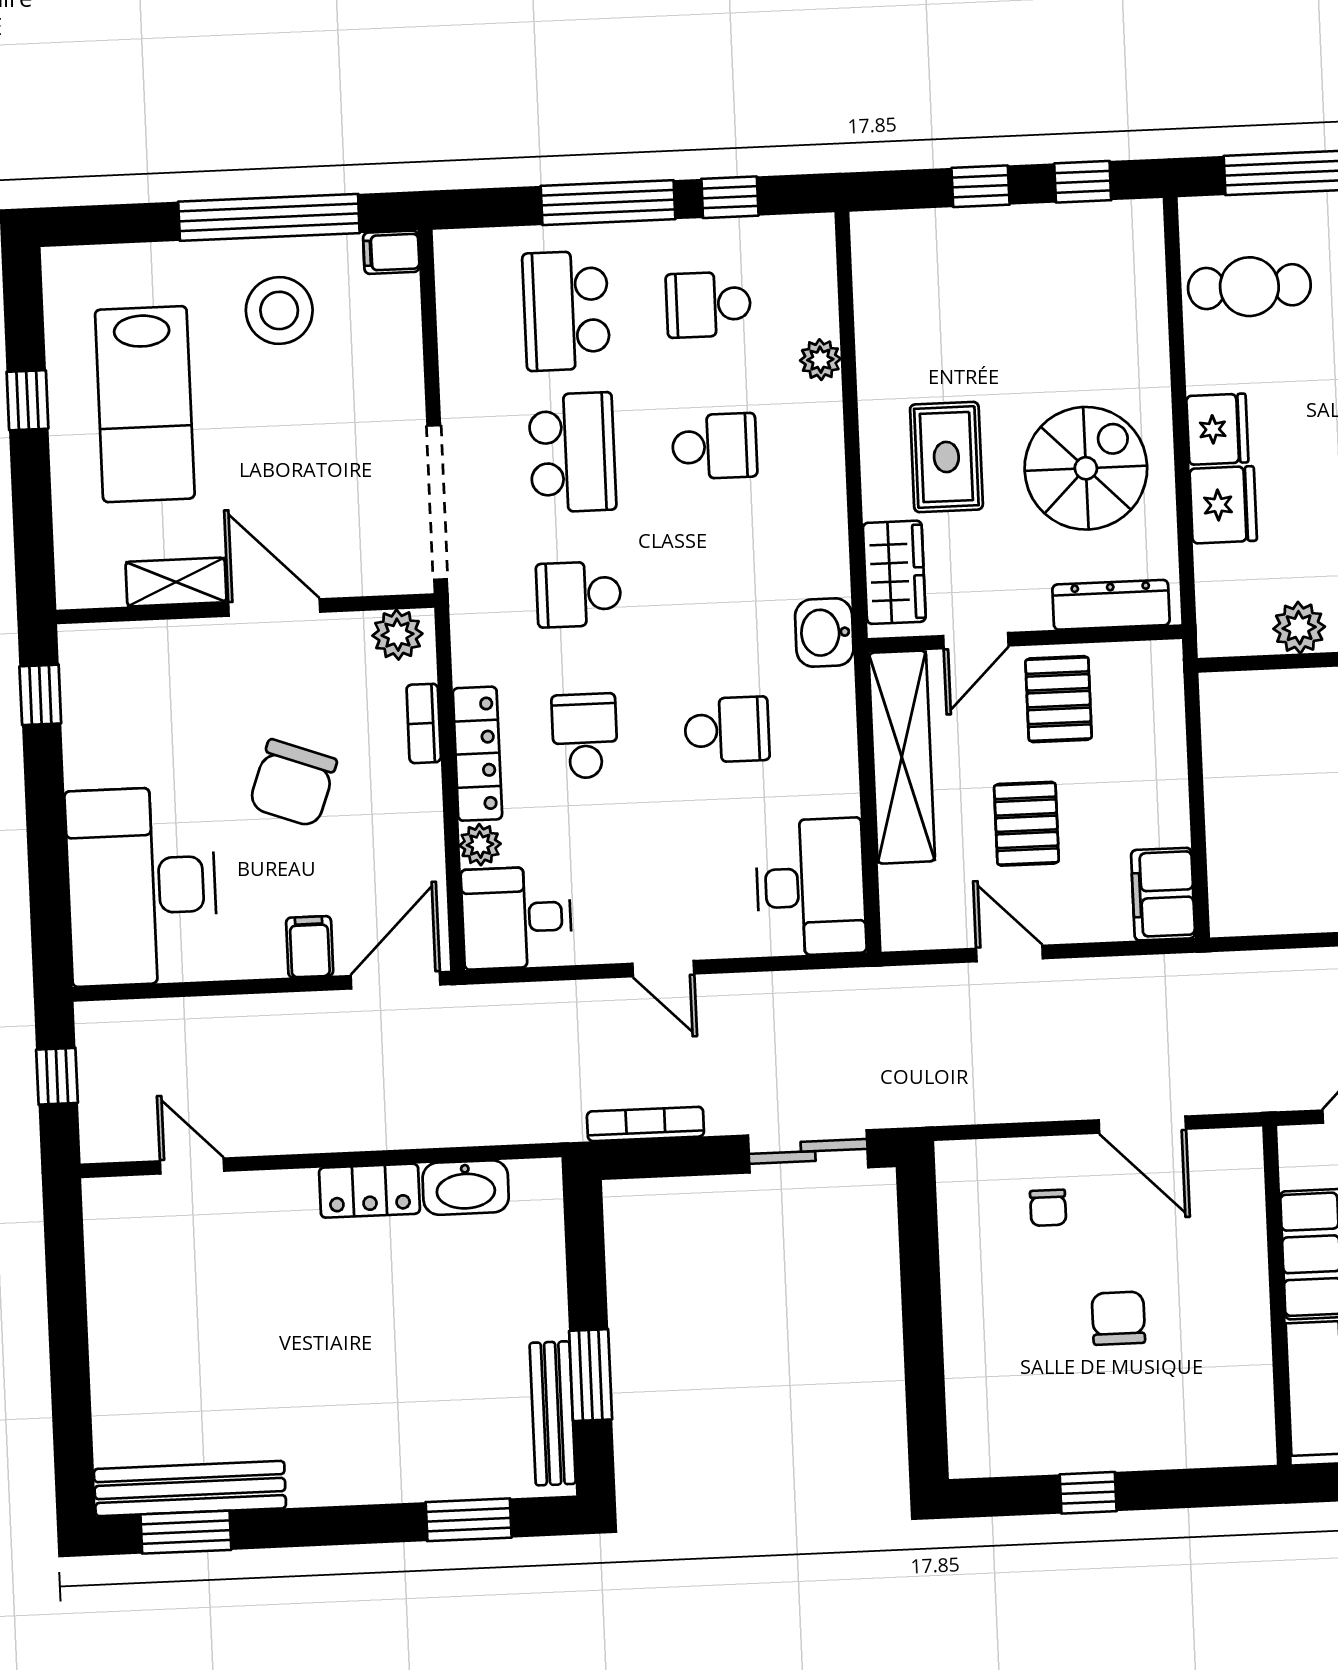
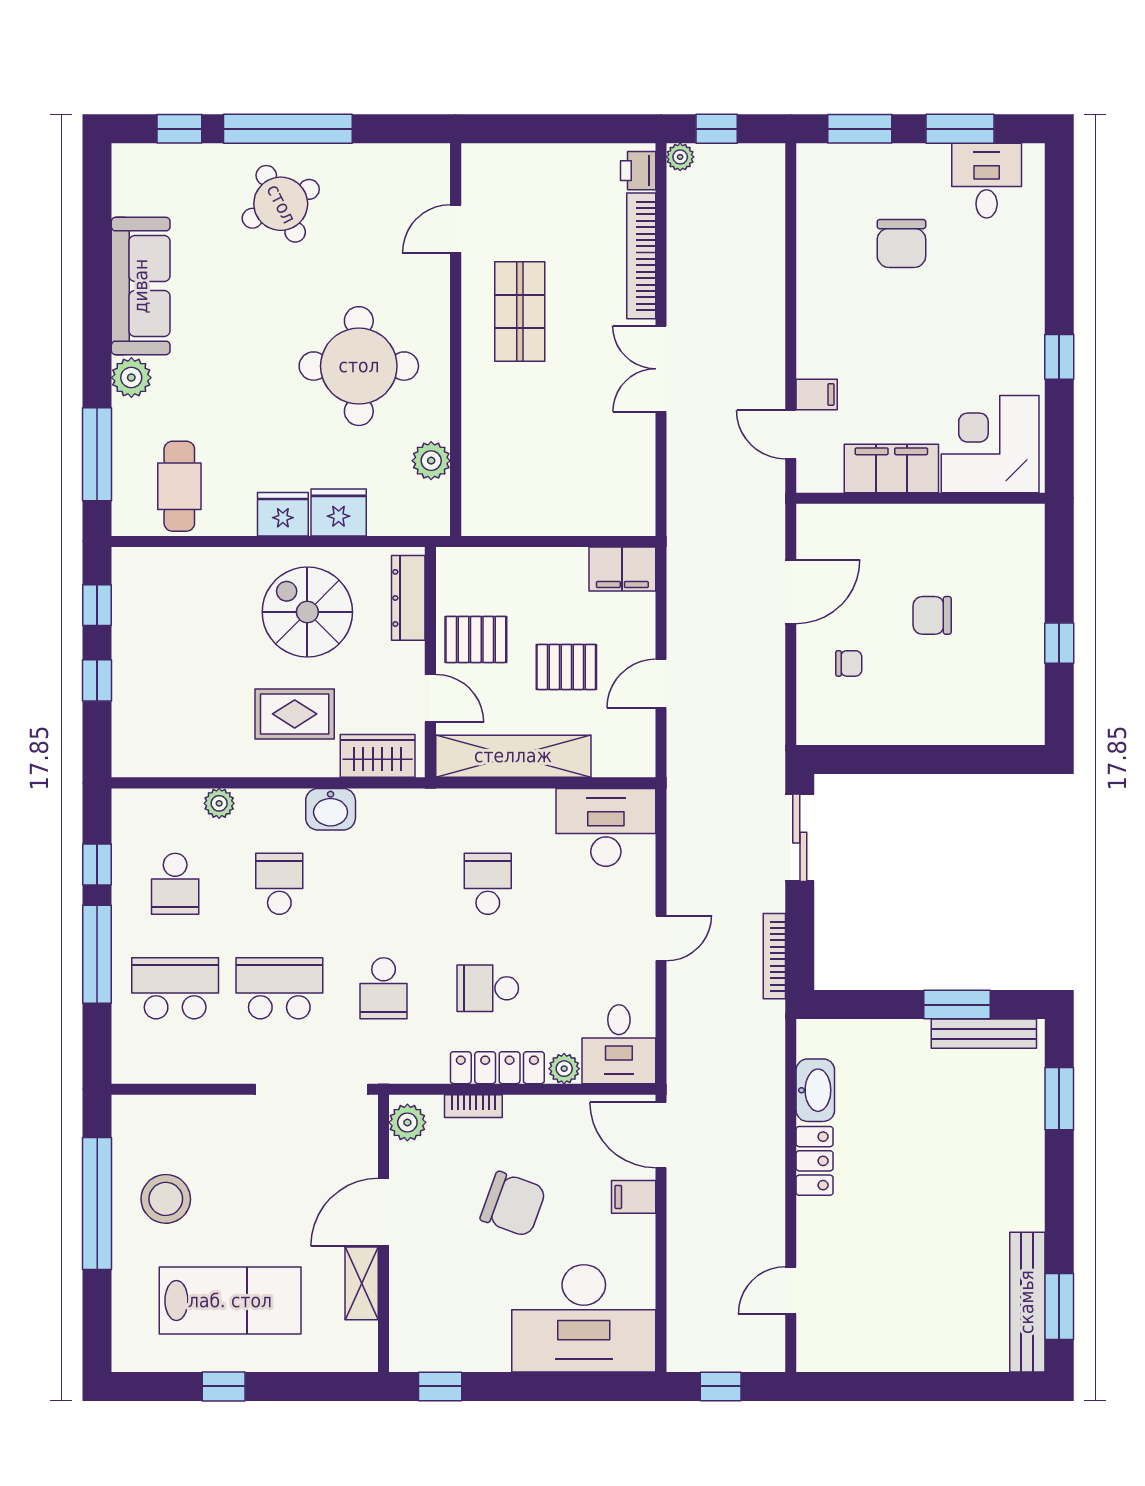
filing cabinet: (391, 252) -> (127, 1115), removed
school desk: (566, 311) -> (175, 988), turned 180
washbasin: (824, 633) -> (331, 809), moved

